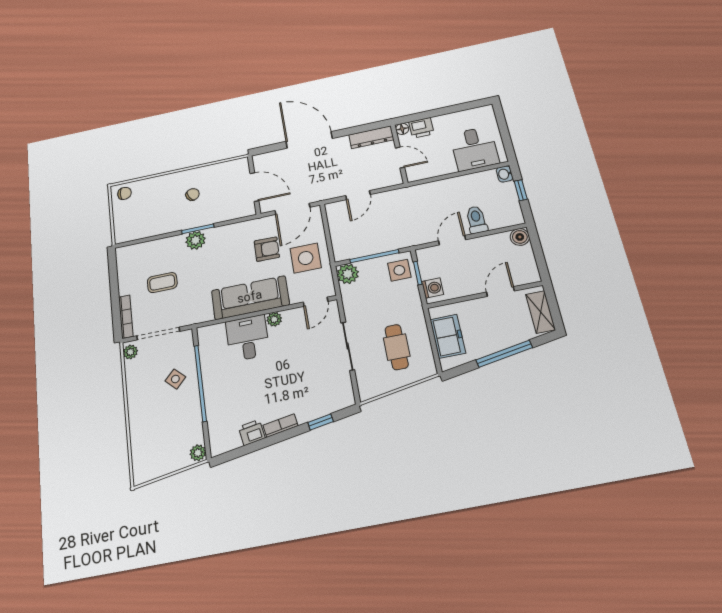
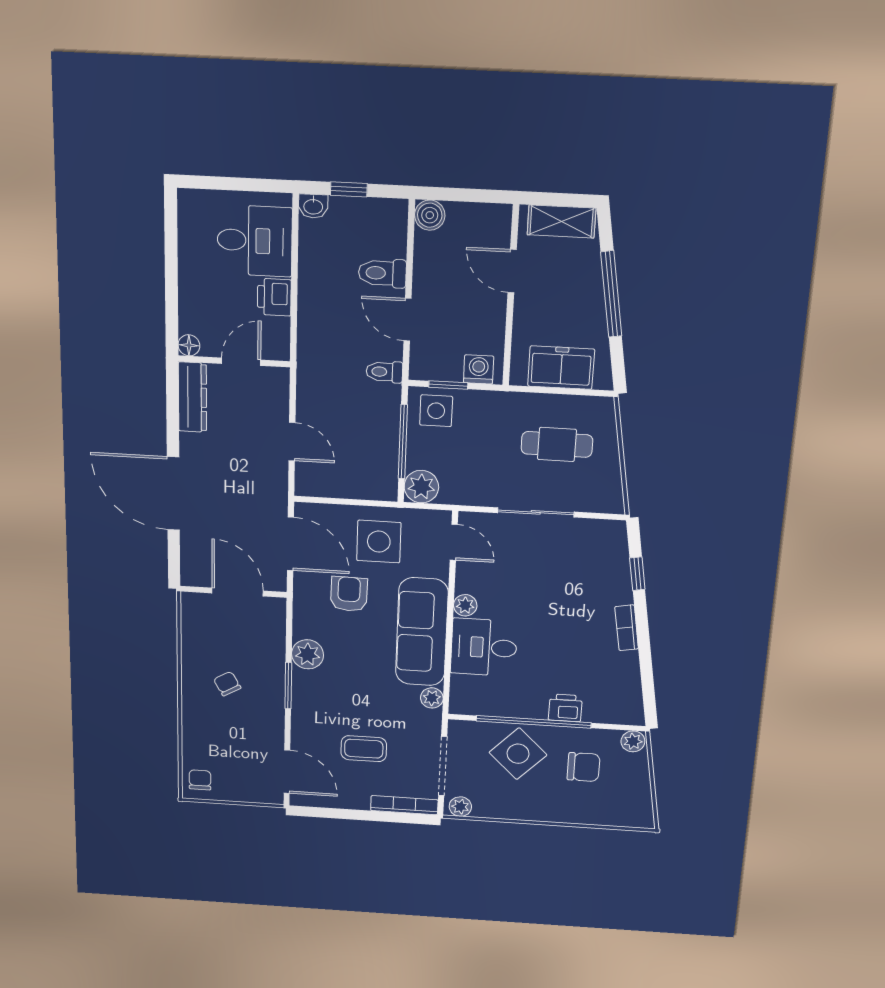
printer: (421, 128) -> (274, 297), moved, turned 180
door: (309, 140) -> (173, 494), hinge flipped
door: (254, 187) -> (238, 592), hinge flipped
toilet: (416, 235) -> (384, 372), added
plant: (196, 240) -> (308, 654), moved
door: (138, 241) -> (287, 772), added
coffee table: (162, 283) -> (364, 749), turned 90
plant: (206, 315) -> (432, 698), added
side table: (175, 379) -> (518, 754), width x1.87, depth x1.87
chair: (173, 425) -> (584, 767), added
printer: (252, 432) -> (565, 708), moved, turned 100

